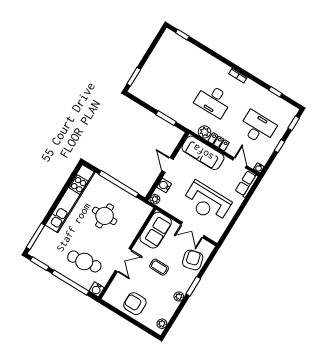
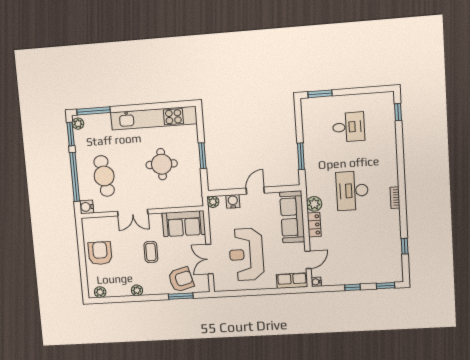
desk: (258, 128) -> (349, 127), moved, width x0.73
window: (119, 184) -> (202, 156), width x0.47
plant: (36, 253) -> (78, 124), added
window: (193, 286) -> (181, 296), moved

